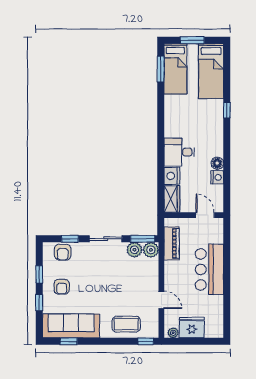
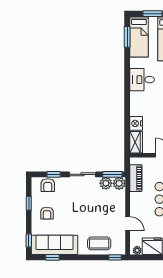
desk: (179, 152) -> (142, 80), moved
window: (39, 302) -> (29, 241), moved

